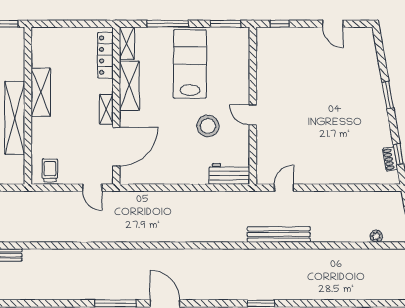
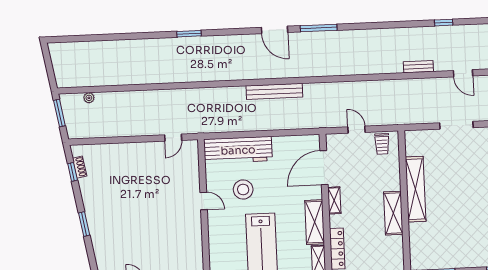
workbench: (229, 174) -> (238, 150), width x1.88, depth x1.32
door: (92, 188) -> (357, 130), moved
bench: (279, 234) -> (274, 91), moved

